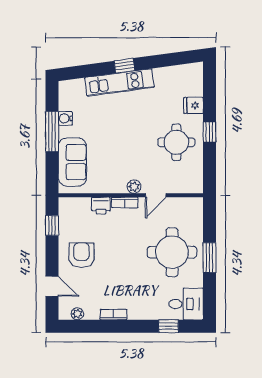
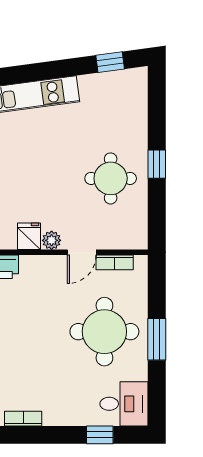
window: (124, 66) -> (110, 62), moved
fridge: (194, 105) -> (29, 236), moved, turned 90
bookcase: (125, 203) -> (115, 262), moved

